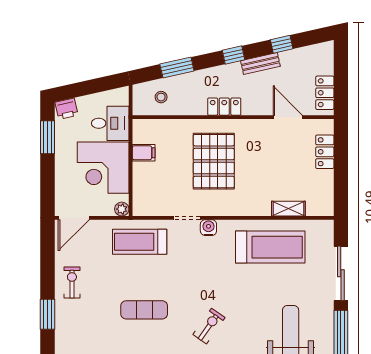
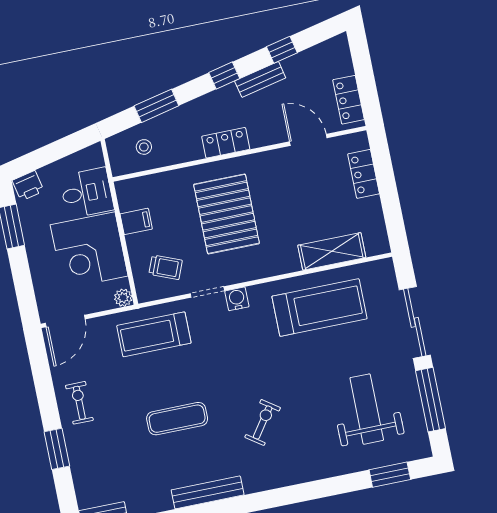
trolley: (159, 192) -> (166, 267), added
shelving: (288, 209) -> (332, 251), width x1.50, depth x1.33

